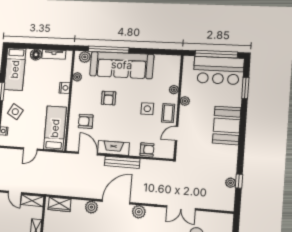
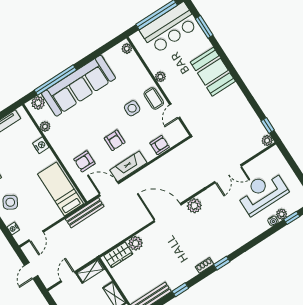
plant: (174, 90) -> (127, 49), moved
armchair: (109, 98) -> (115, 140), moved
door: (30, 149) -> (36, 236), moved
bench: (122, 162) -> (85, 213), moved
window: (239, 181) -> (268, 125), moved
plant: (231, 183) -> (267, 141), moved
door: (15, 193) -> (68, 277), swing flipped
door: (116, 202) -> (168, 213), hinge flipped
plant: (91, 207) -> (136, 243), moved

